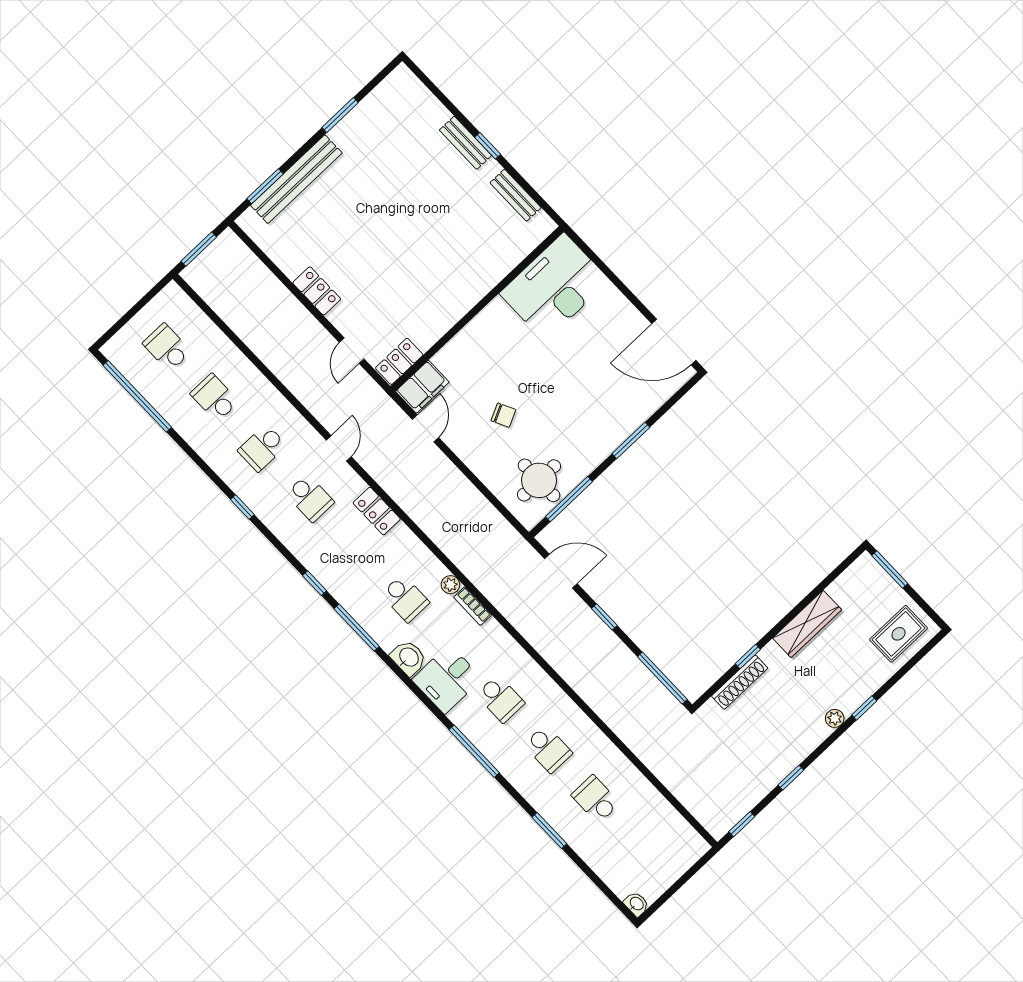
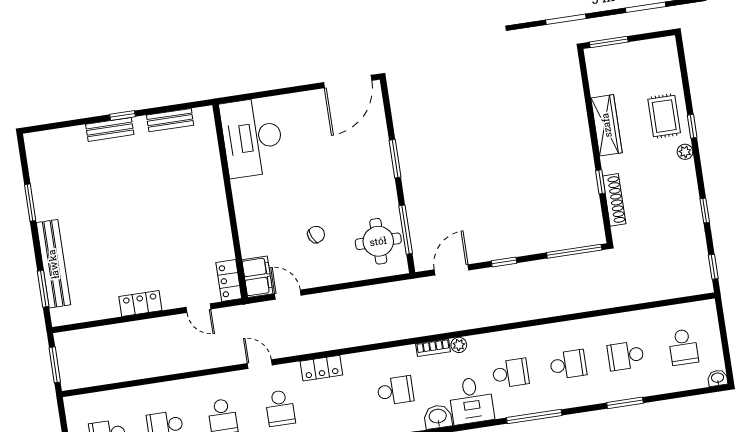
school desk: (310, 498) -> (280, 408), turned 90
plant: (450, 585) -> (459, 345), moved
rug: (898, 634) -> (664, 116), moved
school desk: (643, 849) -> (683, 347), added

